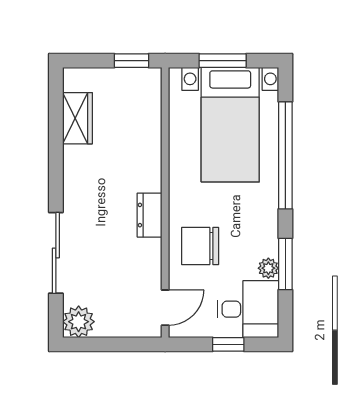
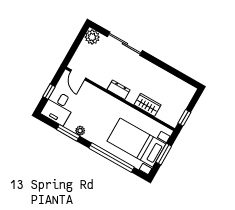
wardrobe: (78, 118) -> (147, 105), moved, turned 180
chair: (200, 246) -> (95, 103), removed
plant: (268, 268) -> (80, 131), moved

